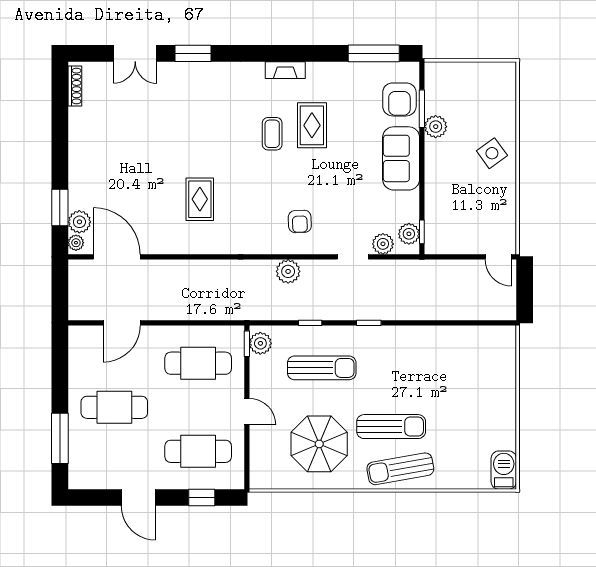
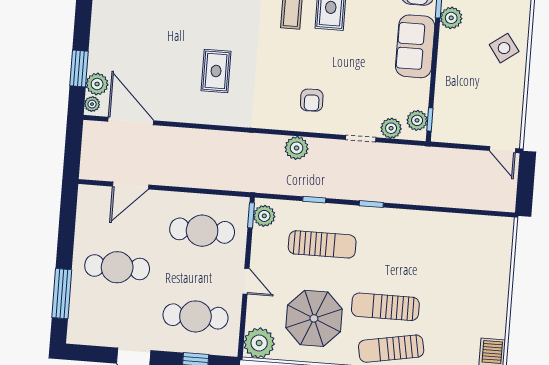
sun lounger: (391, 427) -> (385, 307), turned 180
plant: (265, 473) -> (259, 343), added

